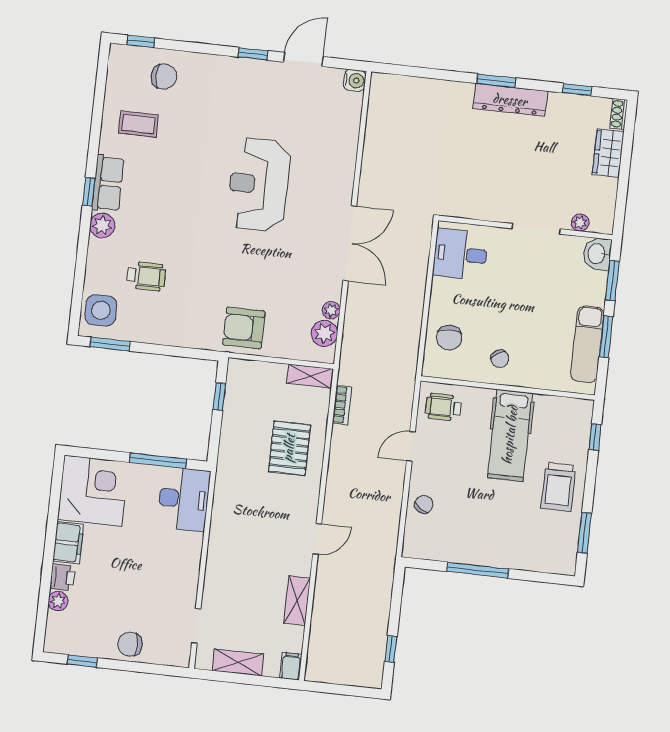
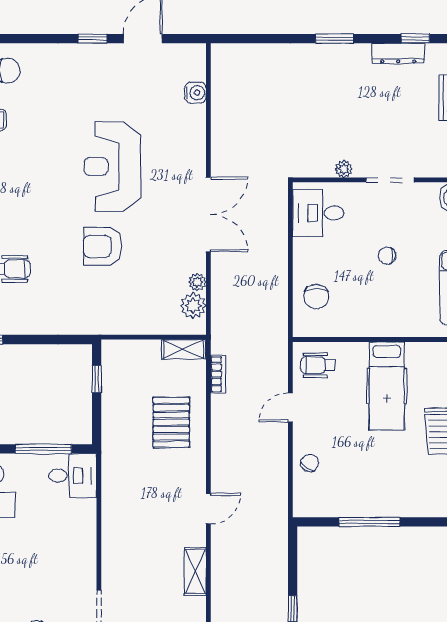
water cooler: (355, 80) -> (195, 93), moved
dresser: (510, 100) -> (398, 53), moved, width x0.73, depth x0.80
plant: (580, 223) -> (344, 169), moved
armchair: (244, 328) -> (103, 246), moved
chair: (500, 359) -> (387, 256), moved, turned 123
desk: (184, 499) -> (73, 476), width x0.73

